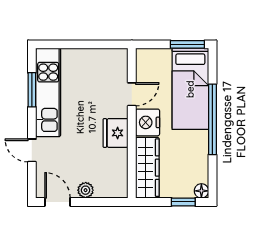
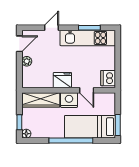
dishwasher: (112, 60) -> (108, 78), added

